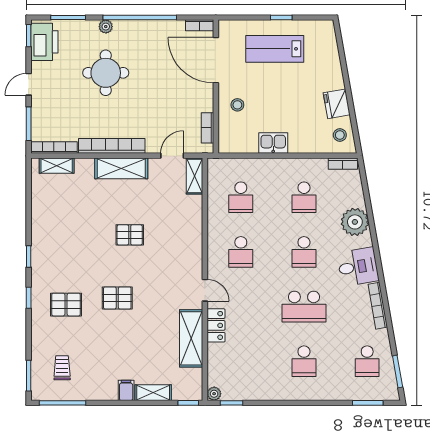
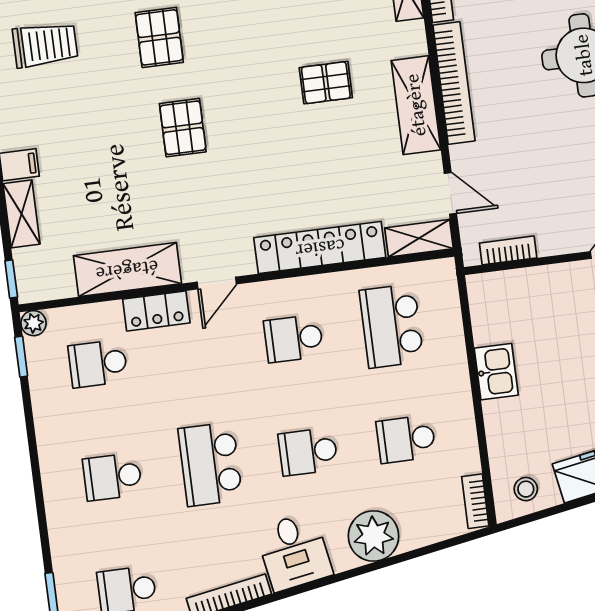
stool: (237, 105) -> (556, 299), removed
school desk: (241, 197) -> (391, 326), width x1.85
locker: (193, 231) -> (320, 248), added
pallet: (130, 235) -> (326, 83), moved, turned 90
school desk: (241, 361) -> (98, 364), added
trolley: (62, 368) -> (45, 45), width x1.36, depth x1.39

